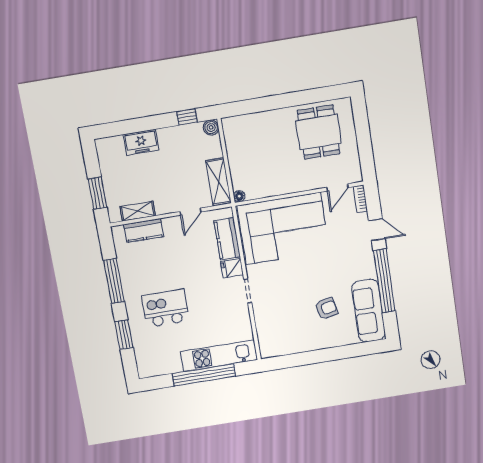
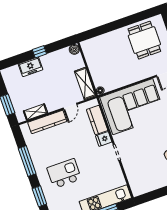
window: (187, 117) -> (39, 52), moved
kitchen counter: (144, 230) -> (47, 122), width x1.50

